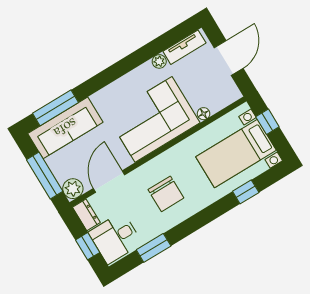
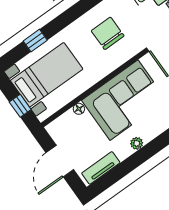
plant: (159, 61) -> (137, 143), moved

